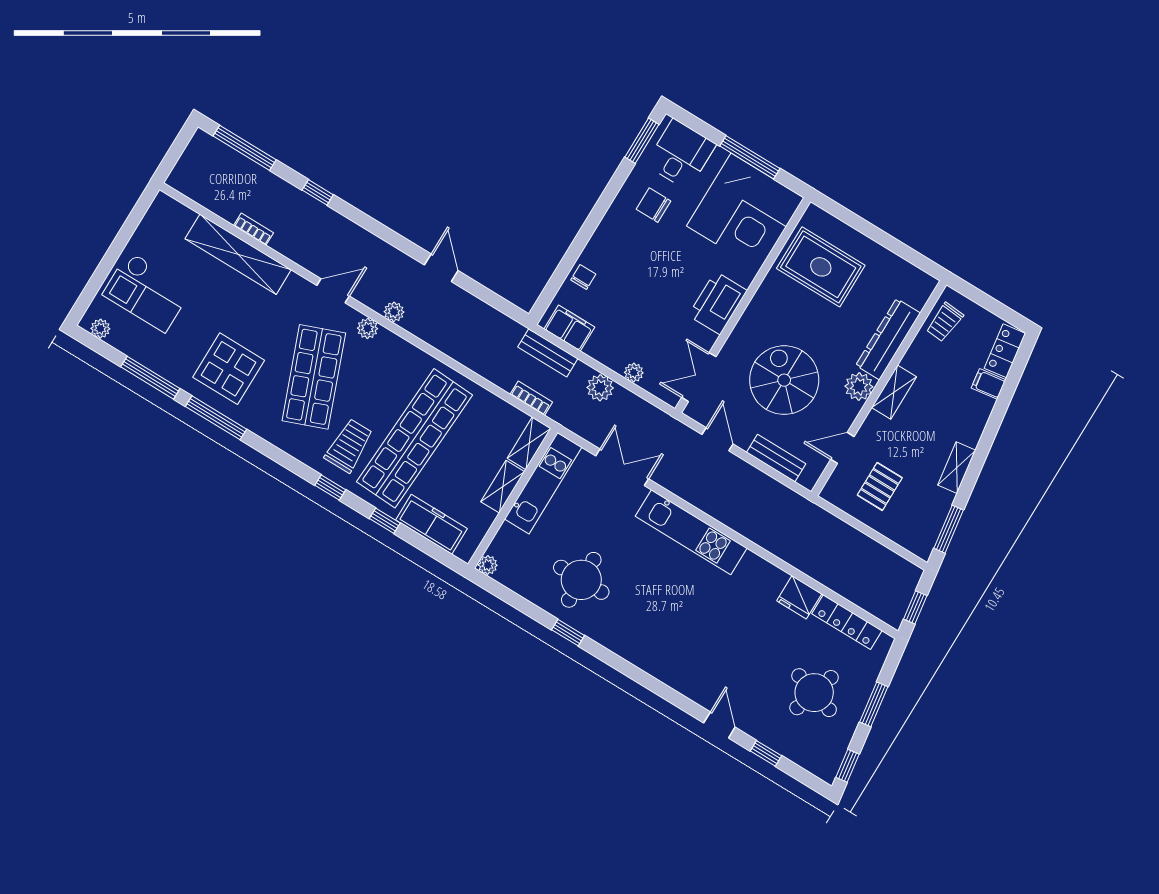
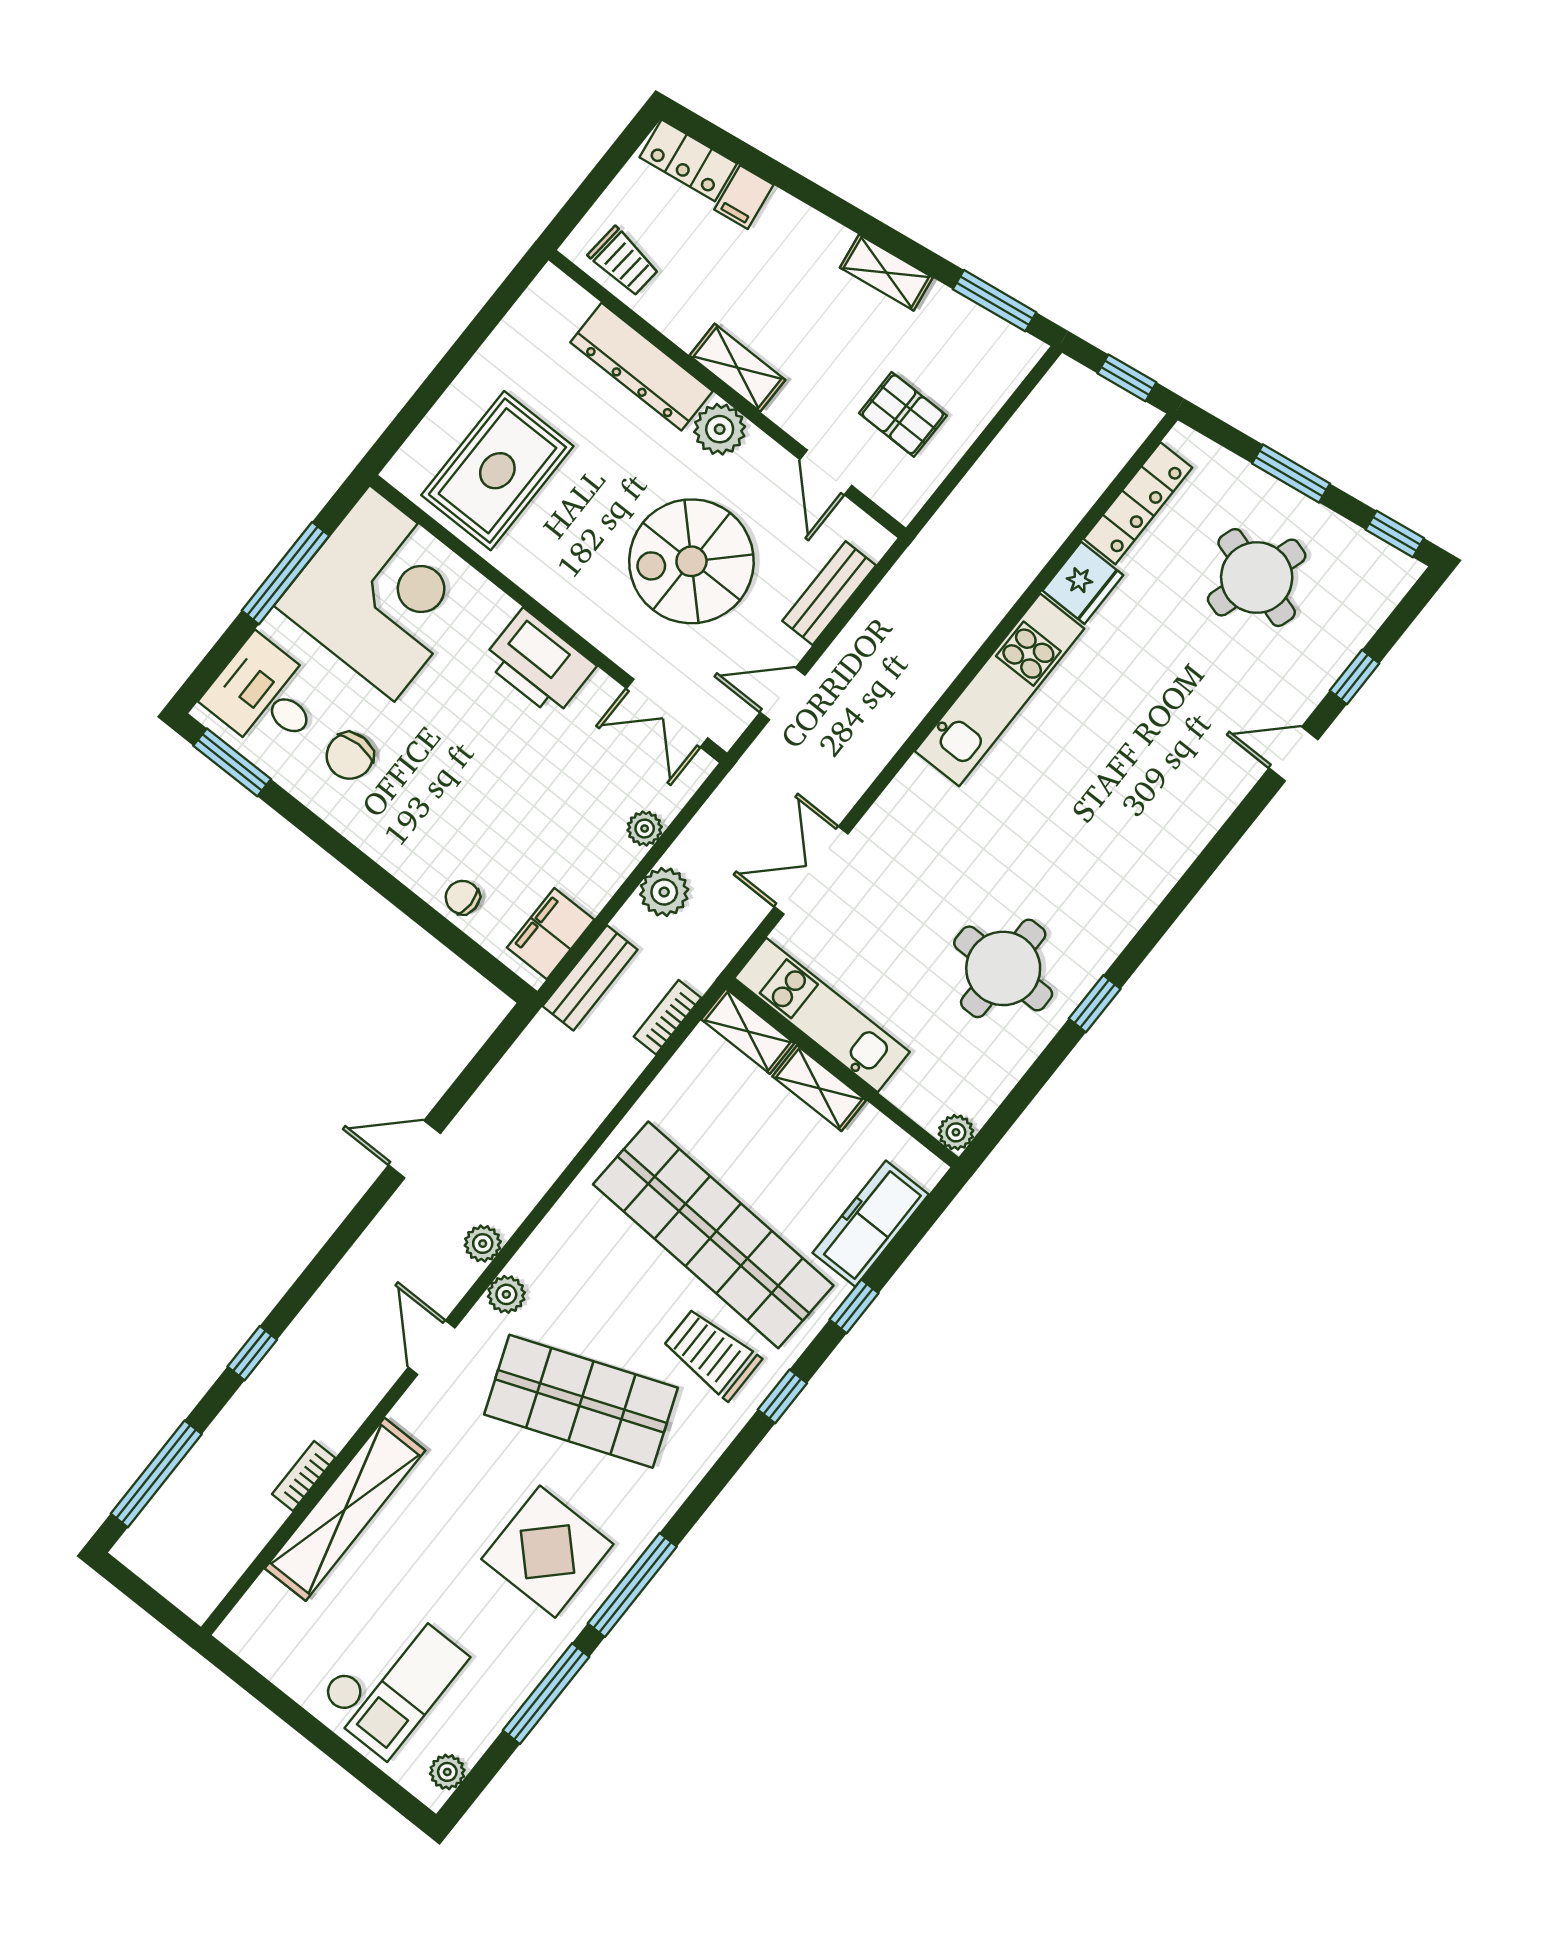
kitchen unit: (691, 532) -> (1000, 690), moved

